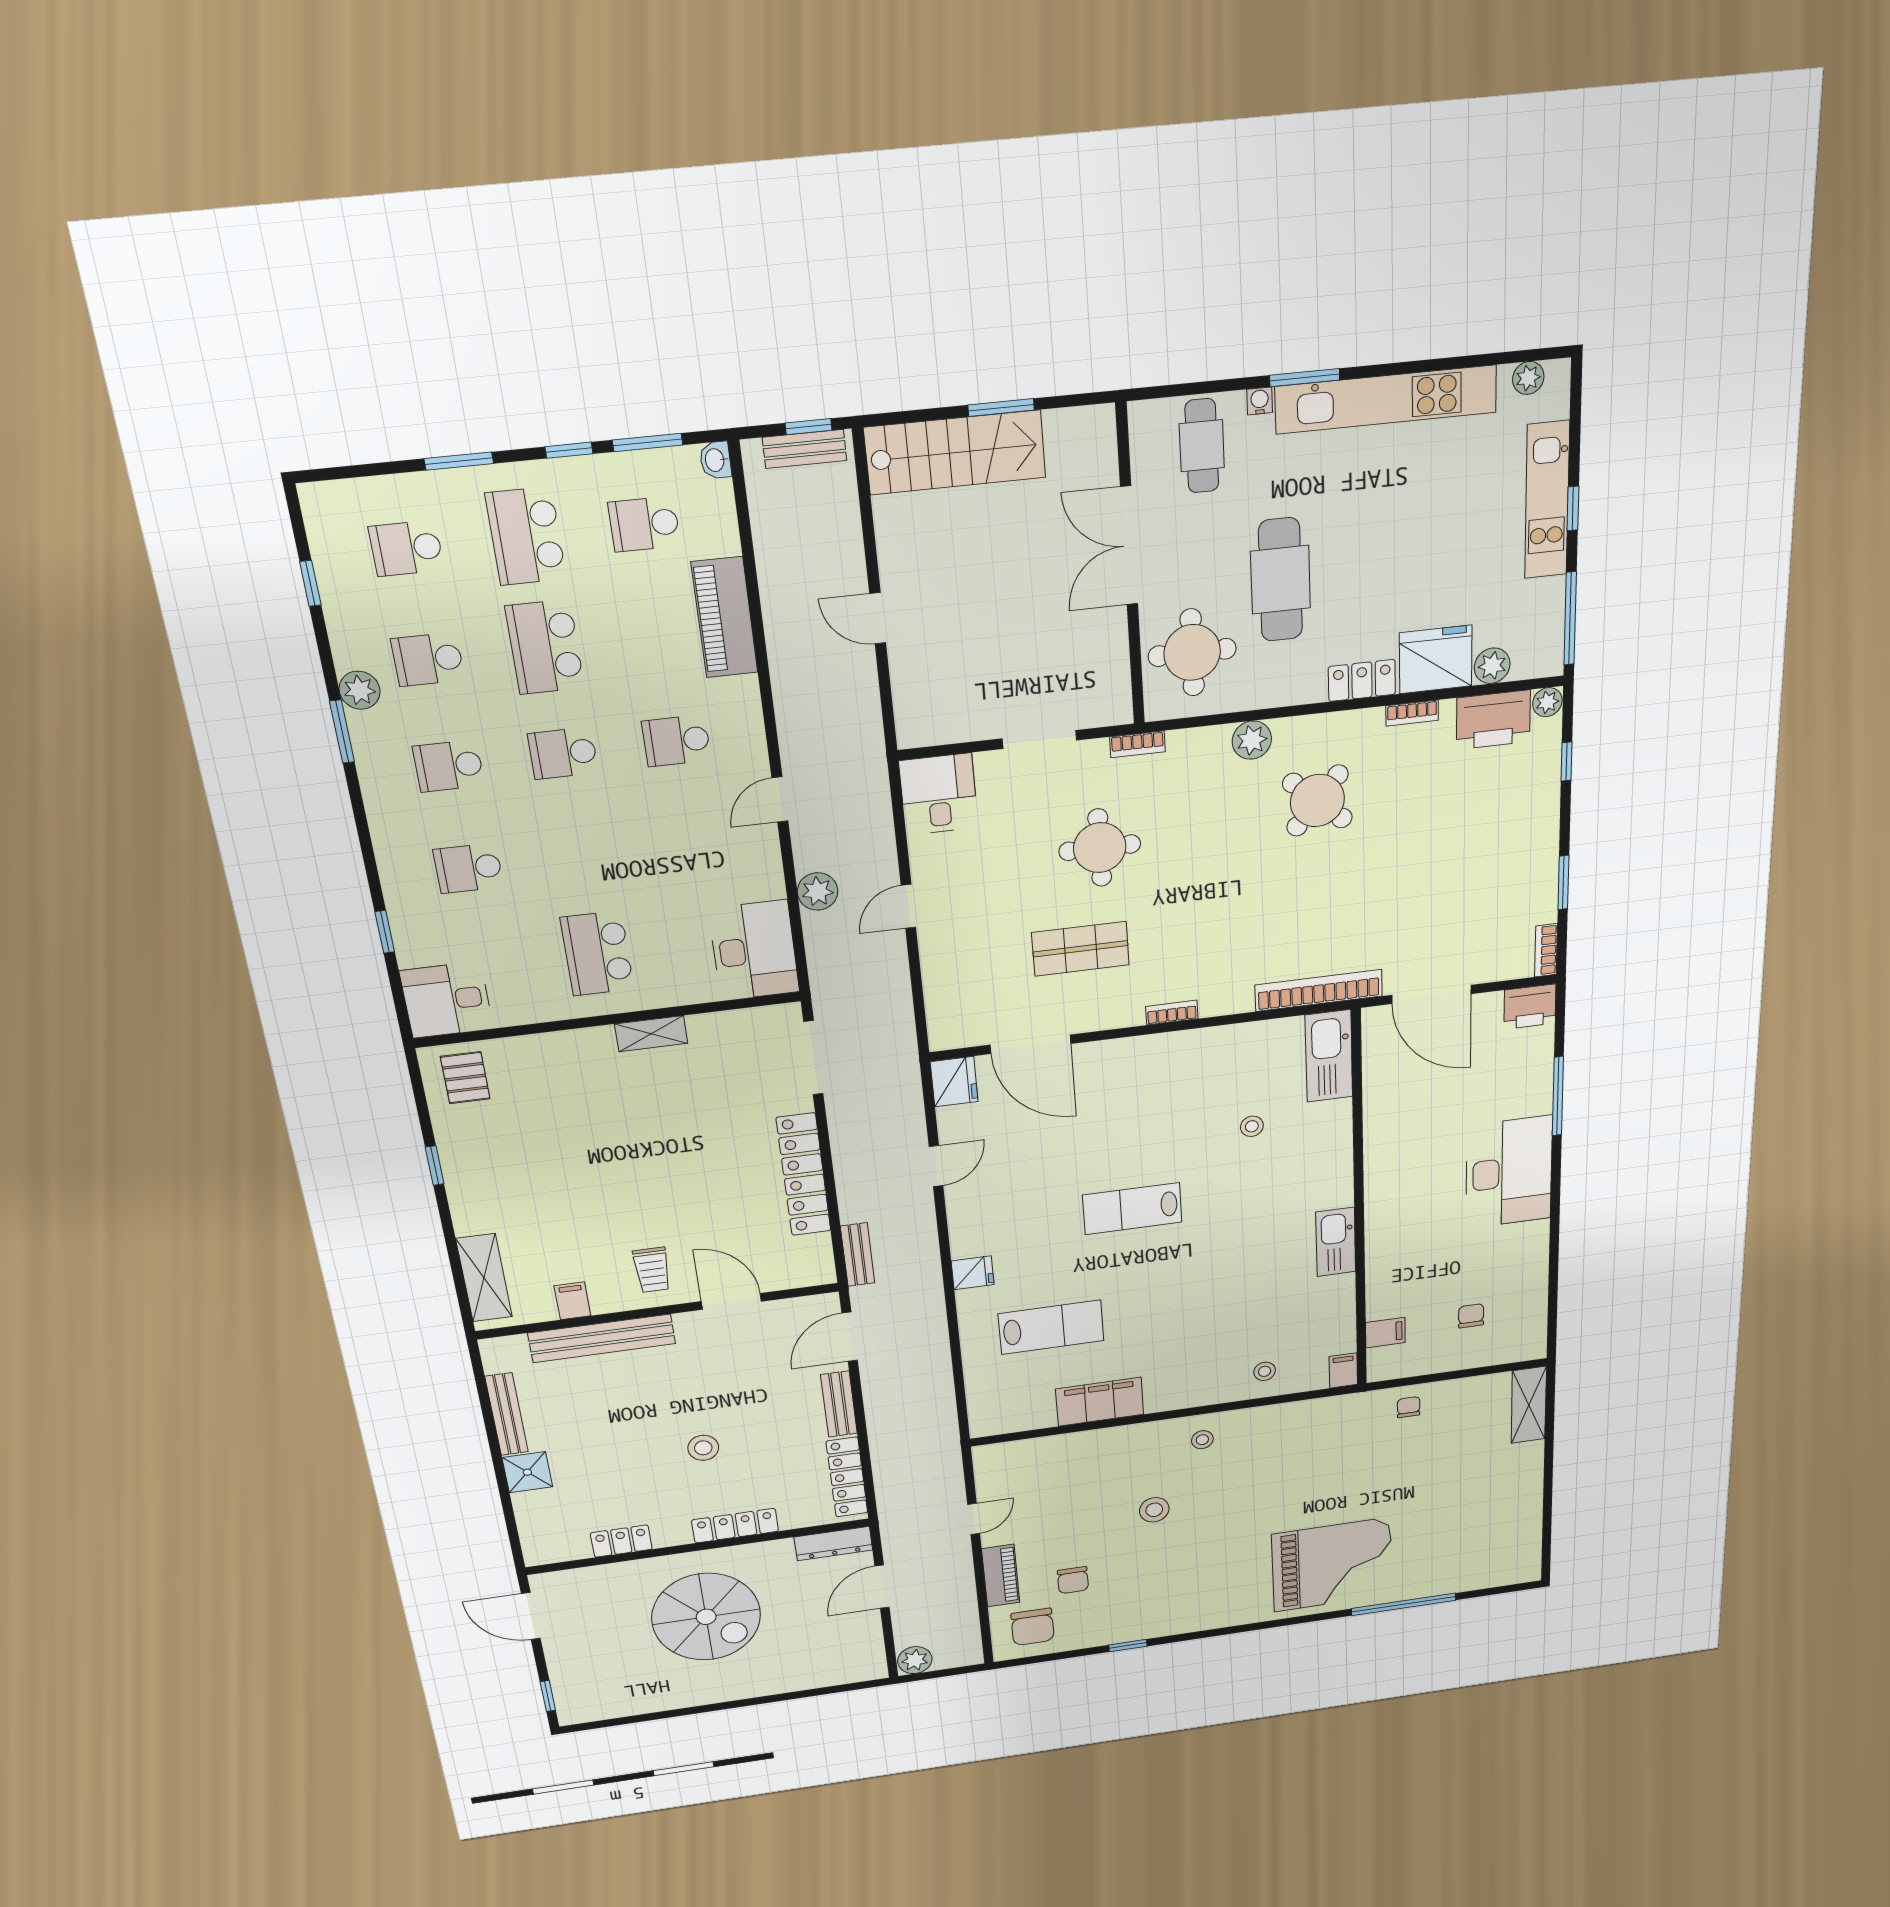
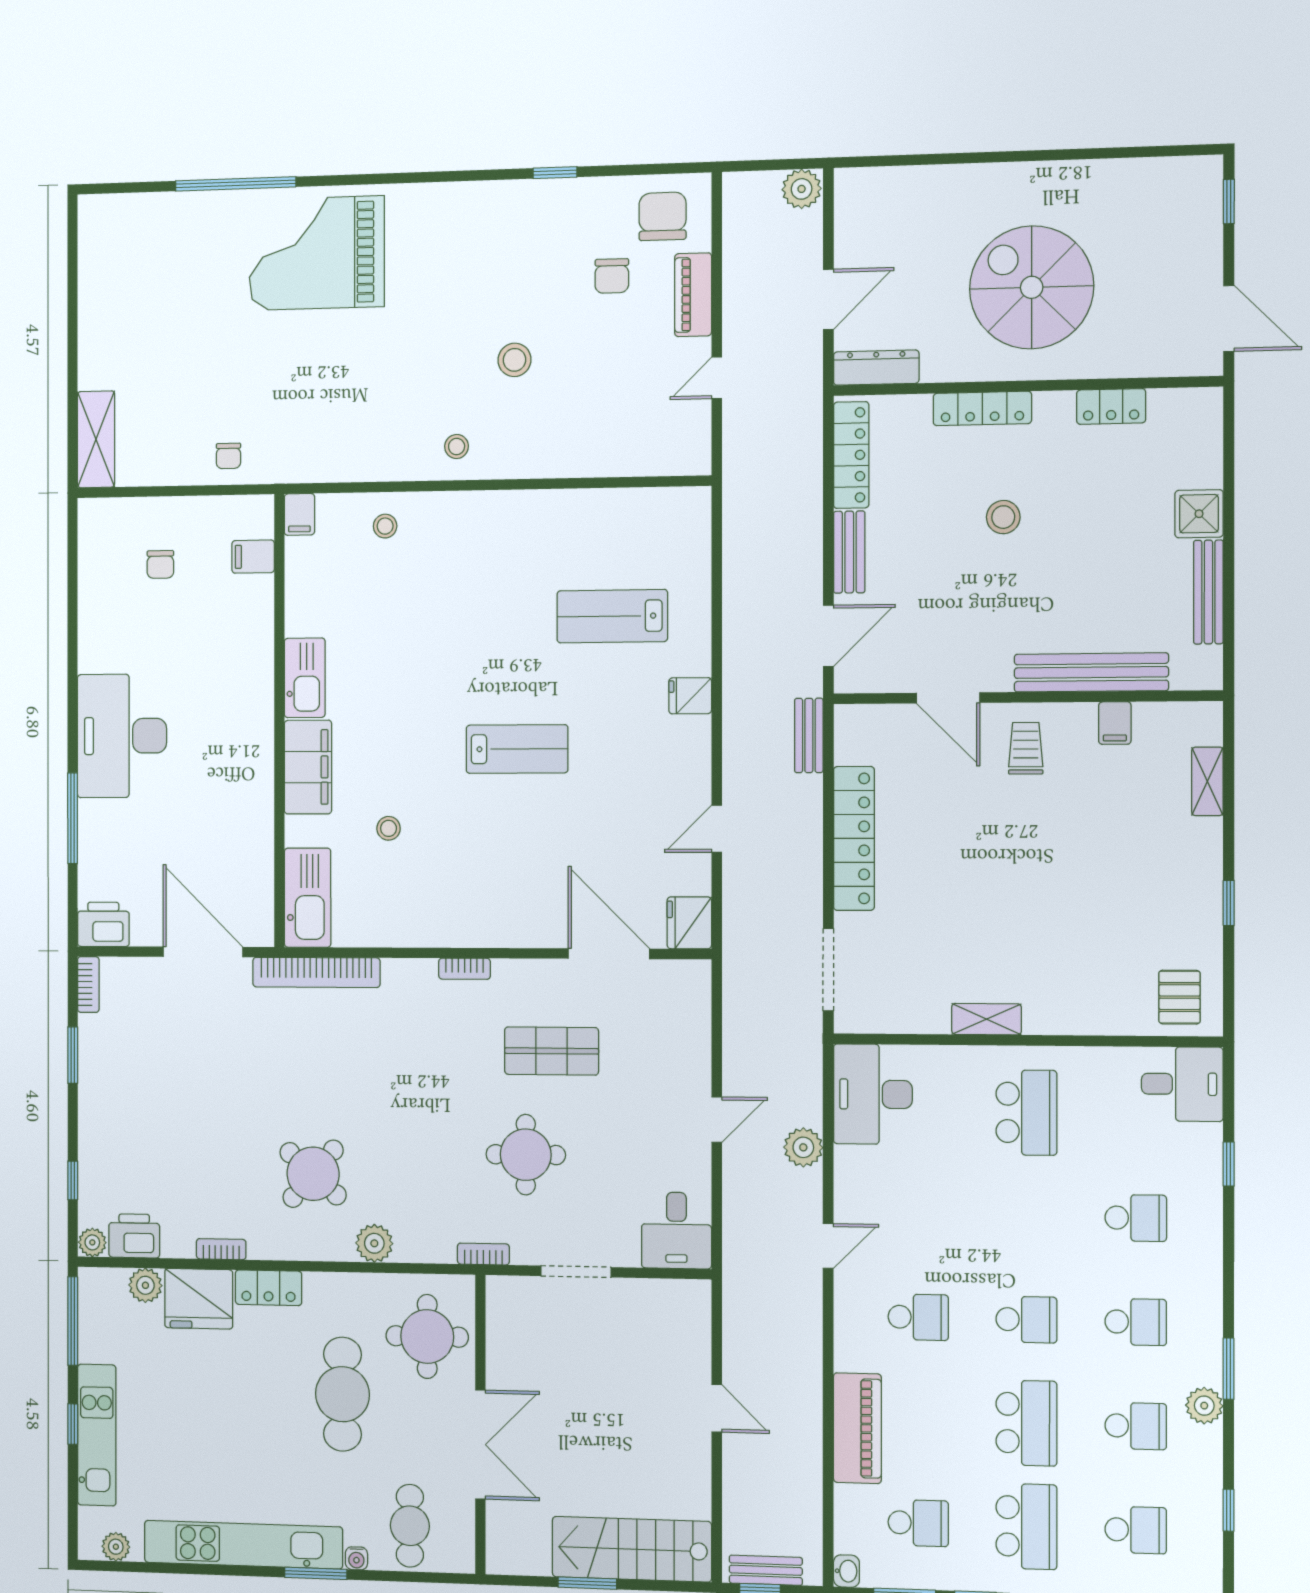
printer: (1493, 720) -> (134, 1236), width x0.73, depth x0.84
shelving: (484, 1278) -> (1207, 781), width x0.67, depth x0.75
filing cabinet: (1100, 1402) -> (308, 767), moved, turned -90
chair: (1073, 1580) -> (612, 276), turned 180

